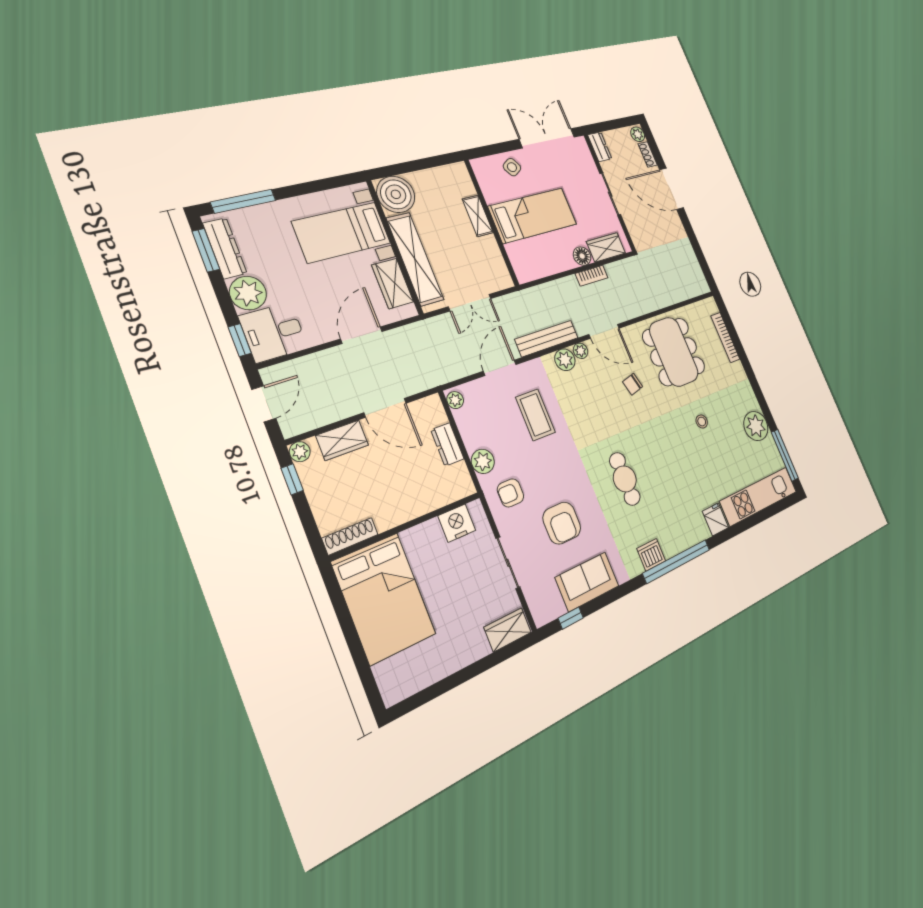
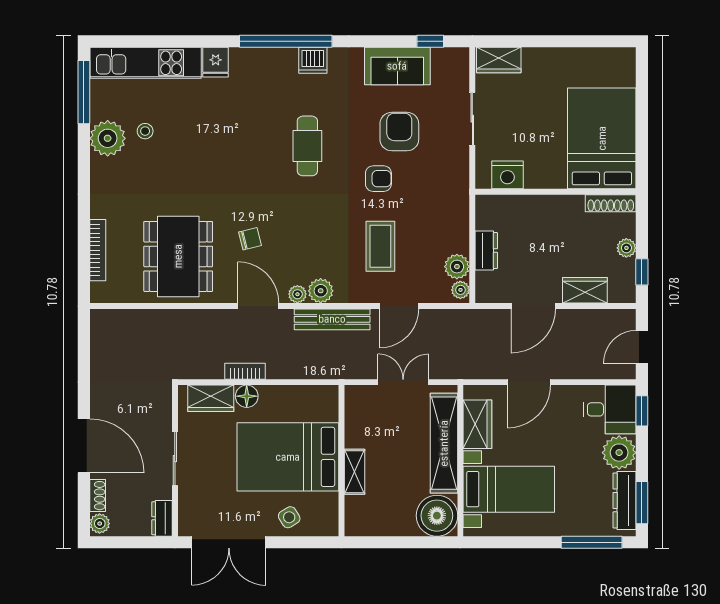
bed: (533, 215) -> (288, 457), width x1.50
door: (385, 408) -> (533, 306), swing flipped
stool: (702, 422) -> (145, 131), moved
plant: (300, 452) -> (626, 248), moved
plant: (483, 461) -> (457, 267), moved
armchair: (510, 493) -> (378, 179), moved

